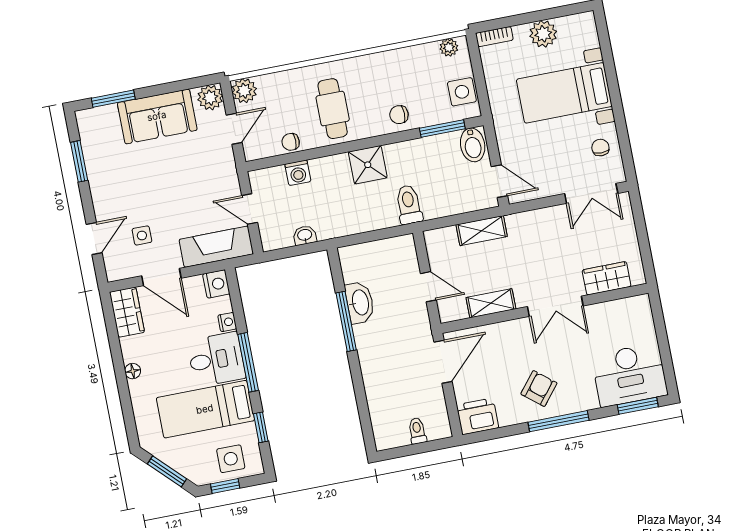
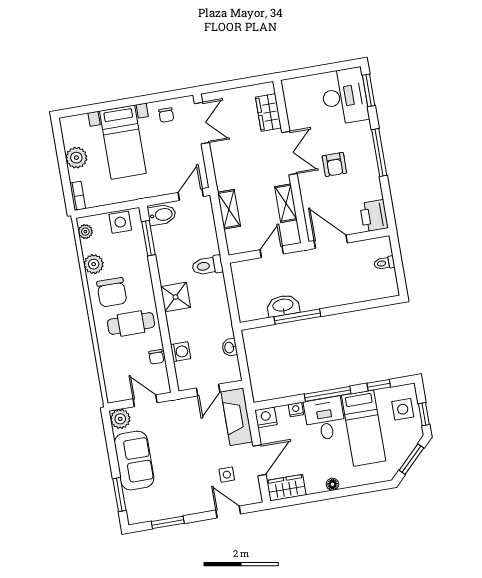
plant: (244, 91) -> (94, 264), moved
chair: (399, 115) -> (112, 292), moved, width x1.87, depth x1.87
chair: (600, 148) -> (166, 115), turned -90
armchair: (539, 388) -> (334, 164), moved, turned -129

